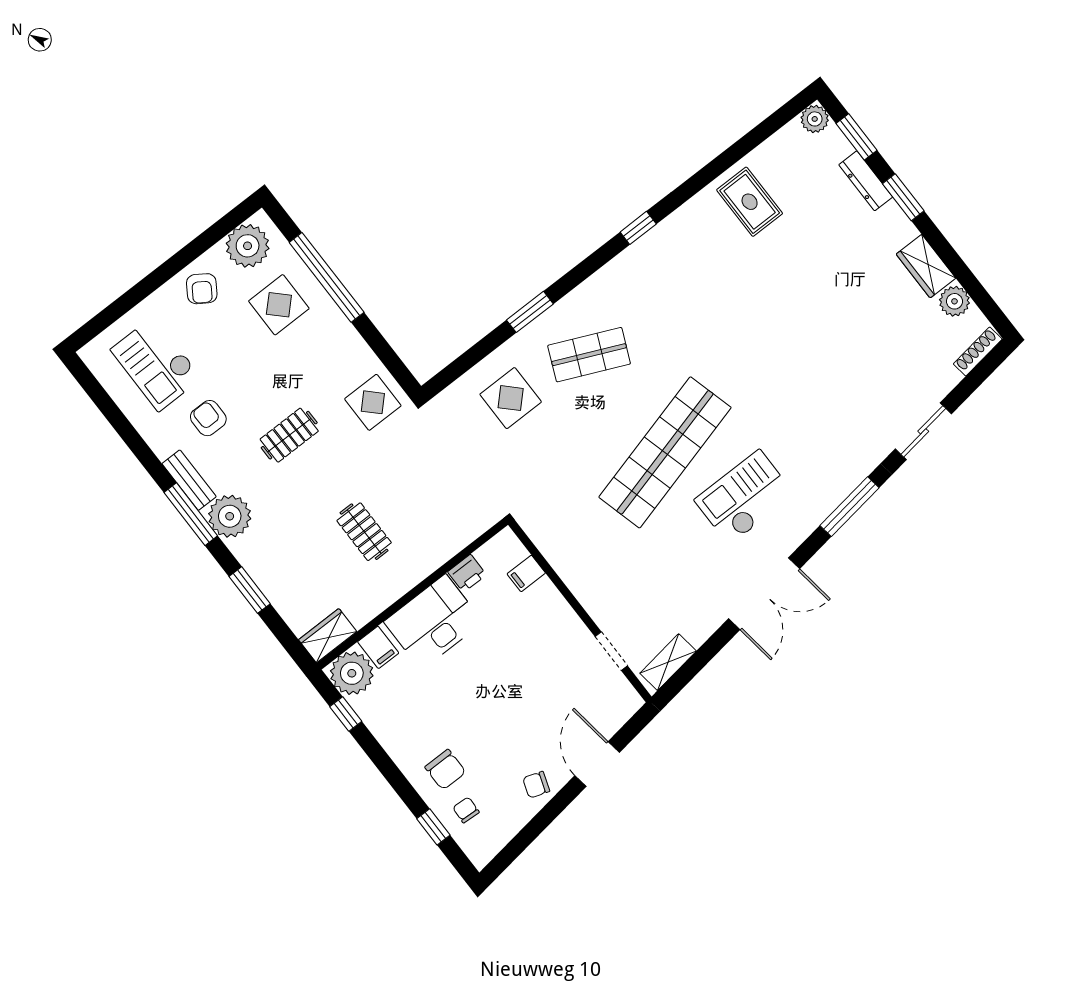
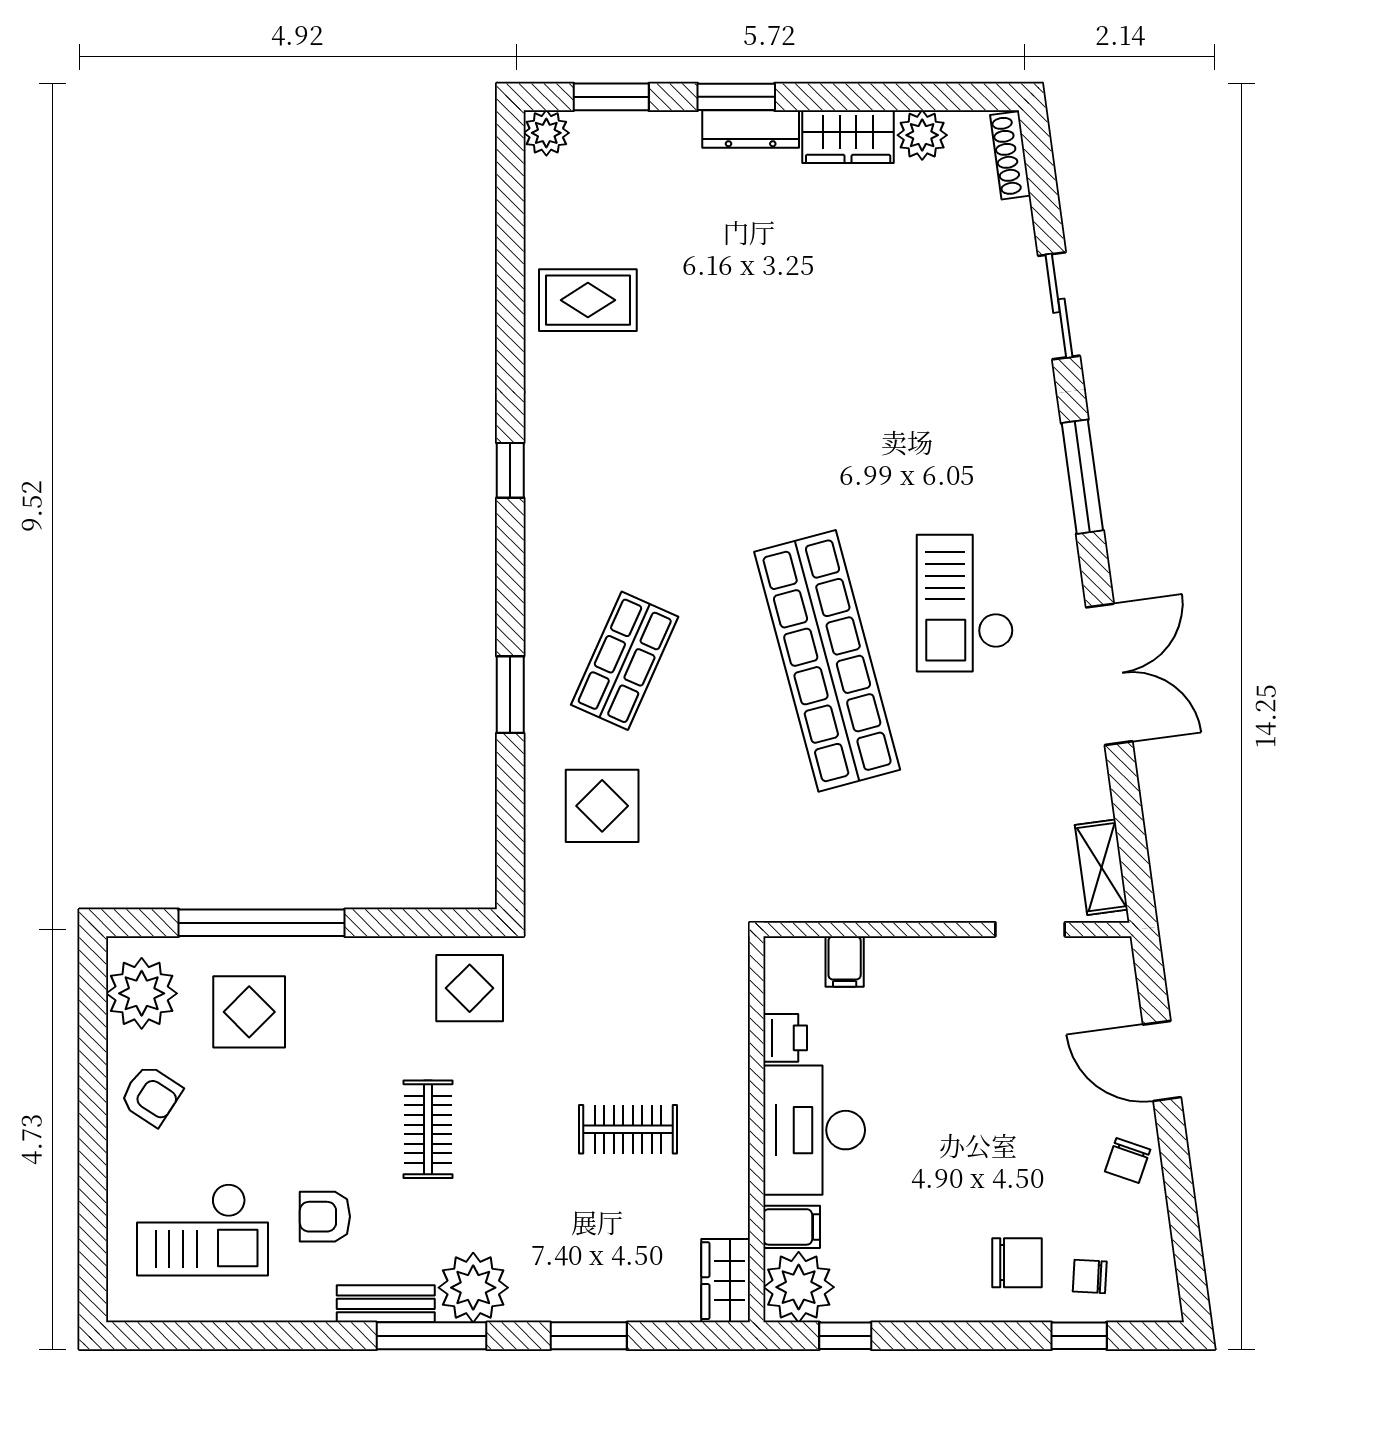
dresser: (866, 181) -> (751, 129), moved

